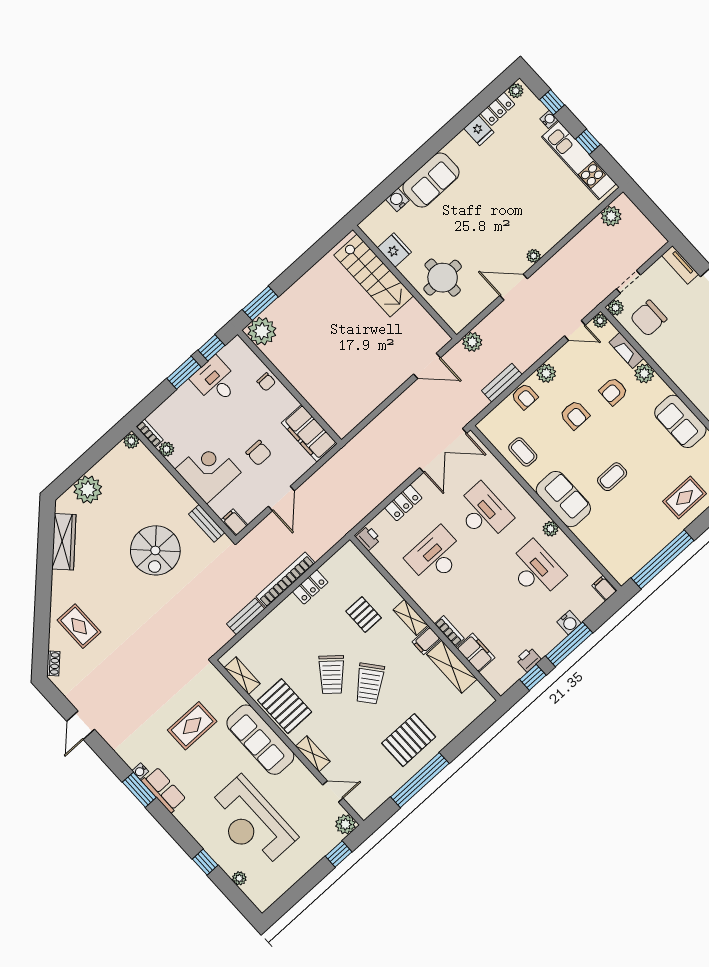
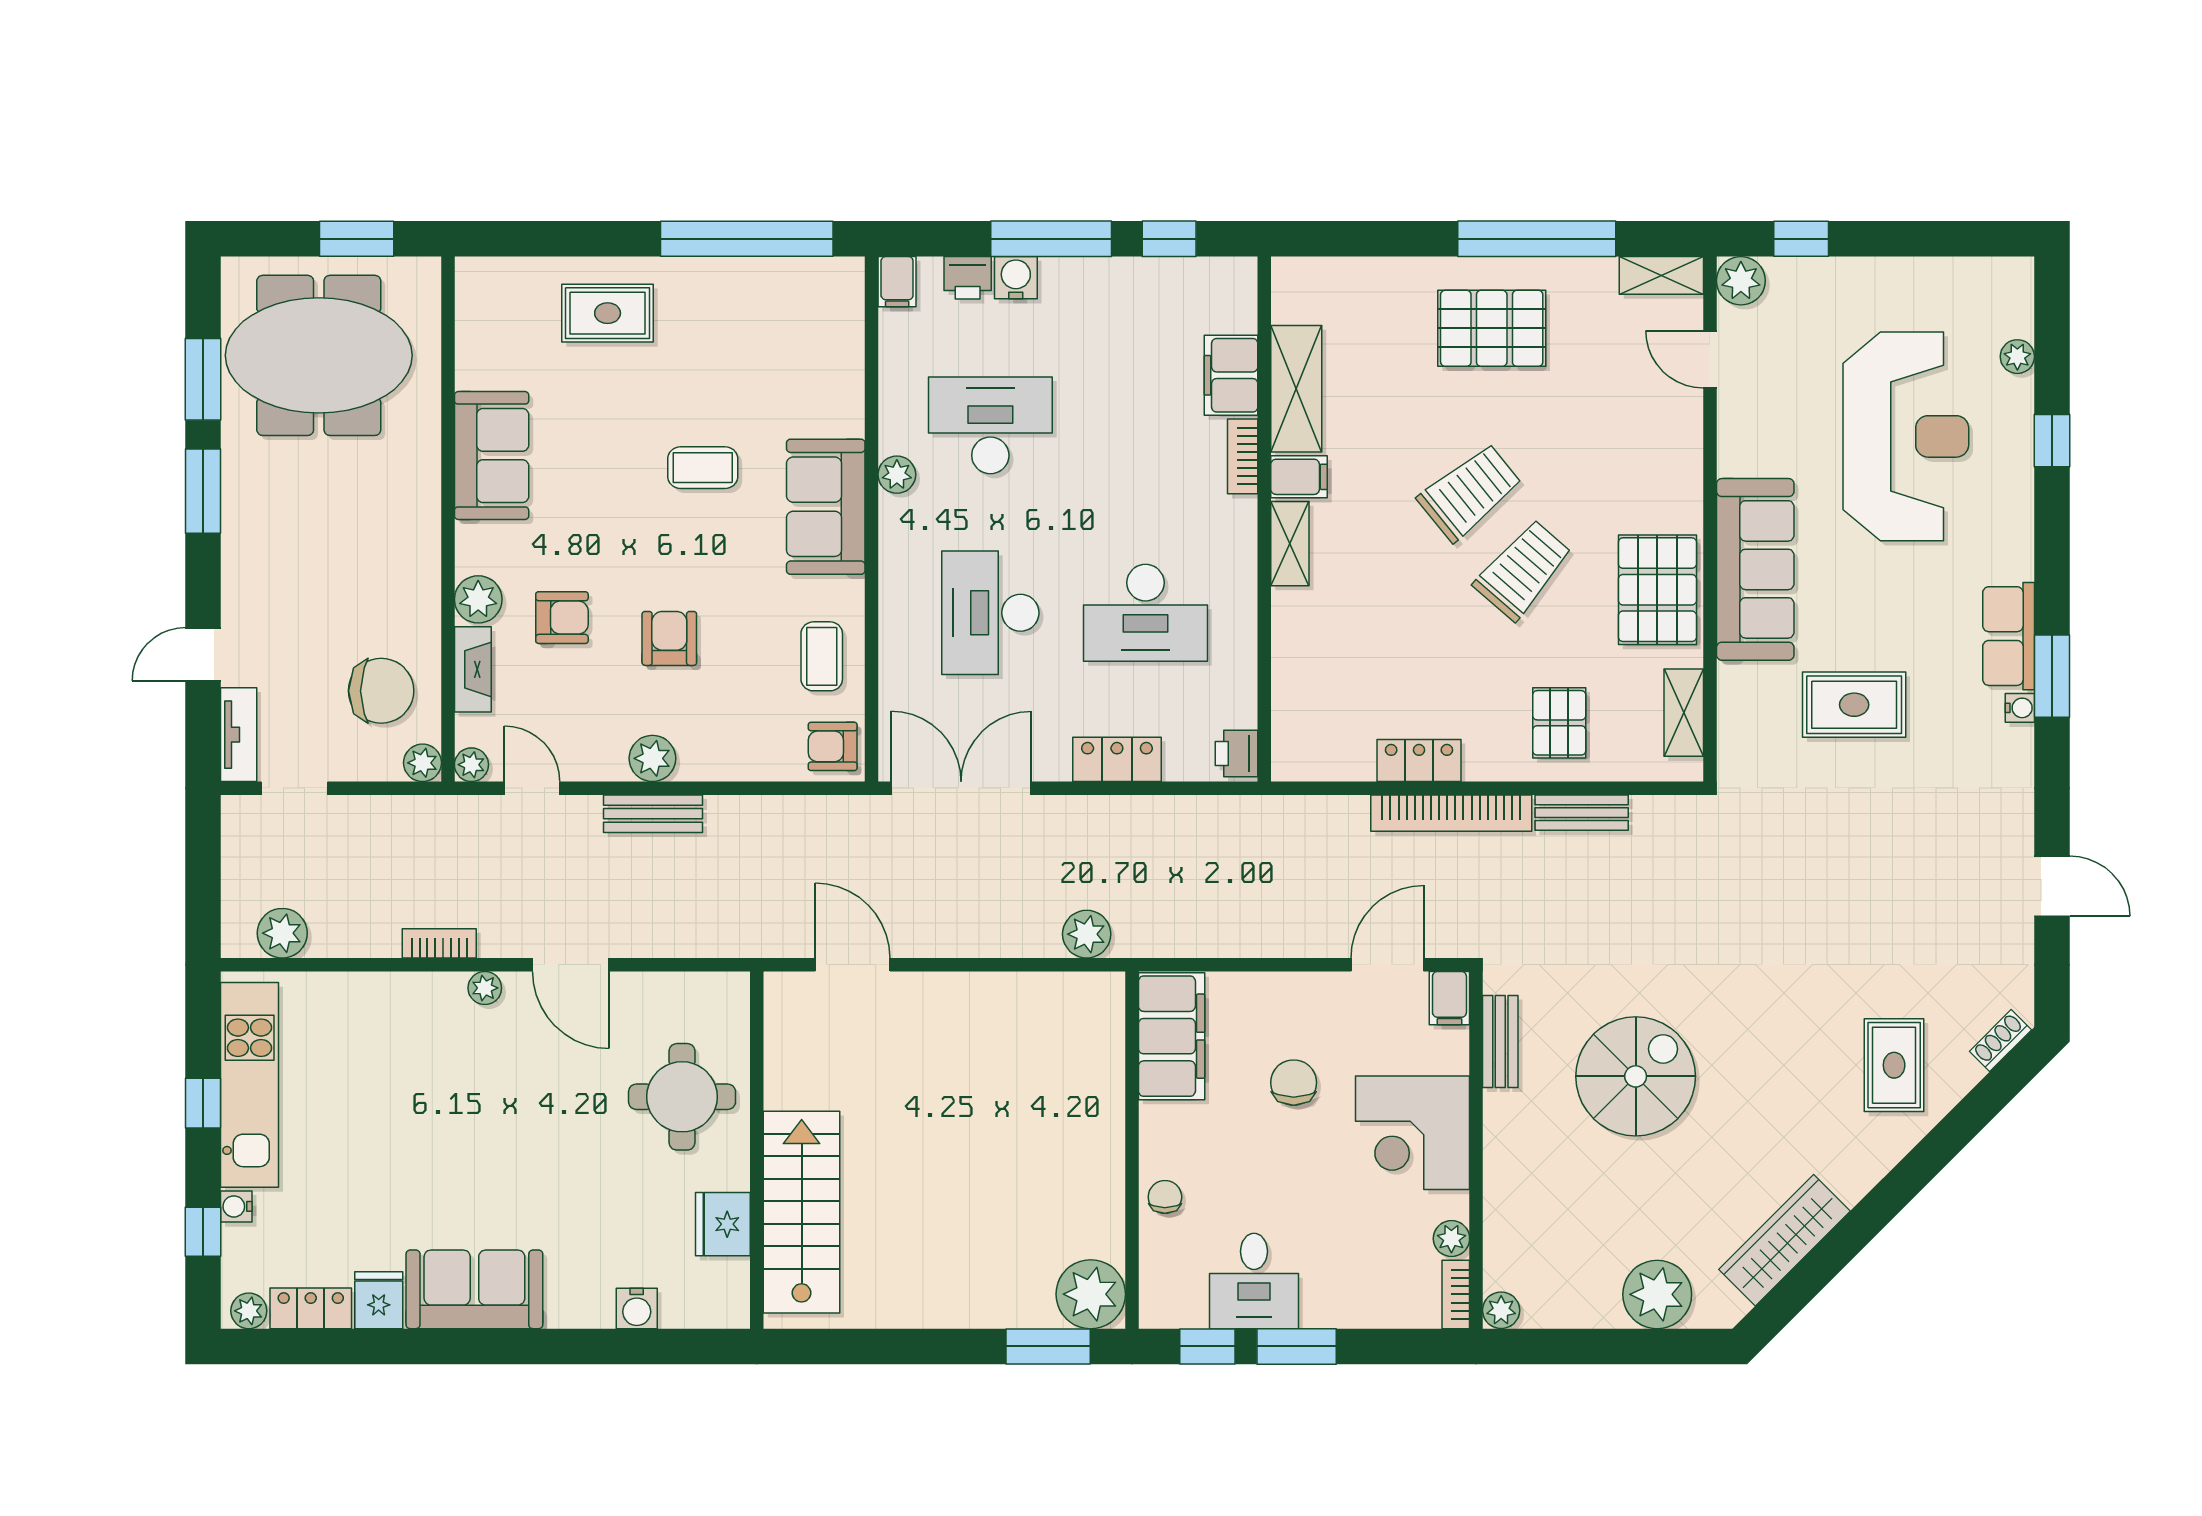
sofa: (431, 180) -> (474, 1289), moved
bookcase: (560, 257) -> (439, 943), added
doorway: (628, 282) -> (294, 788), moved
plant: (472, 342) -> (1087, 934), moved
bench: (502, 383) -> (653, 814), moved
armchair: (525, 396) -> (833, 746), moved, turned -90
door: (281, 499) -> (1387, 965), moved
desk: (536, 570) -> (990, 425), turned 90
pallet: (364, 615) -> (1559, 723), moved
printer: (528, 659) -> (968, 278), moved
door: (81, 725) -> (2052, 886), hinge flipped
shelving: (313, 754) -> (1661, 275), moved, turned 90

